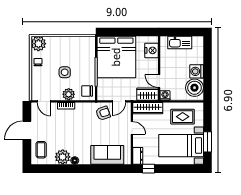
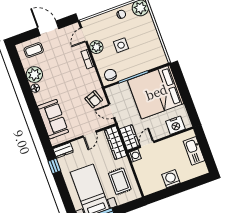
boiler: (194, 88) -> (154, 183), removed
plant: (69, 94) -> (96, 47), moved

